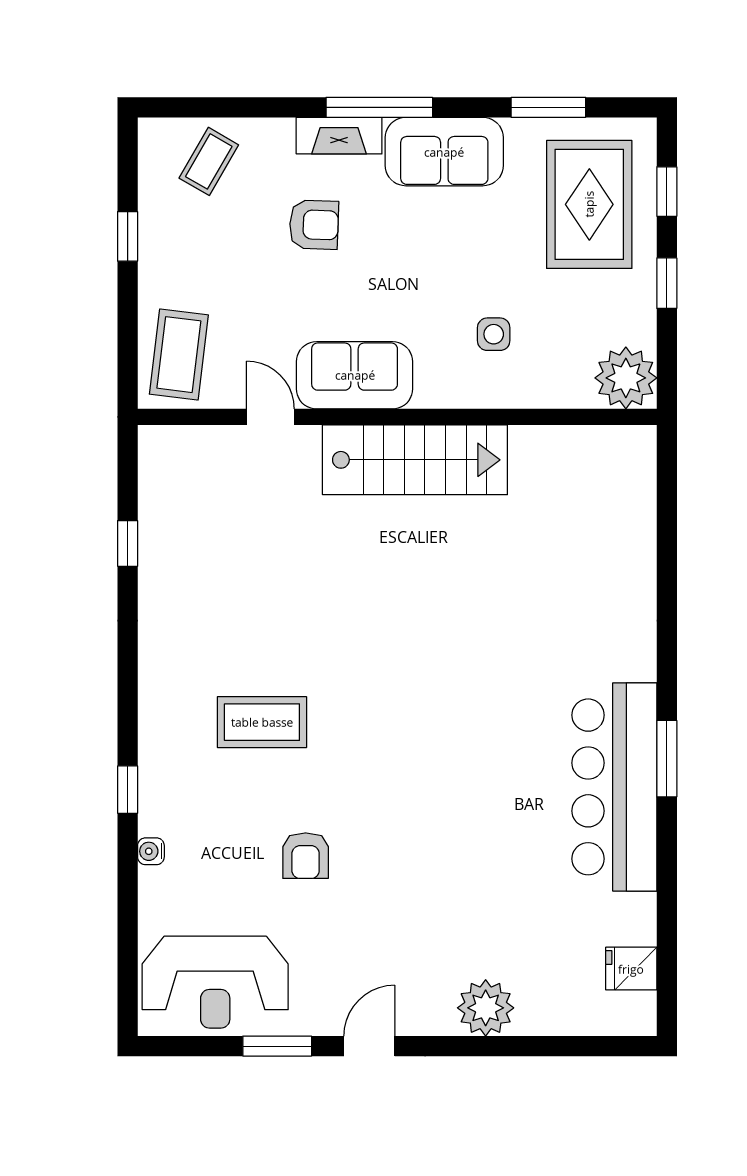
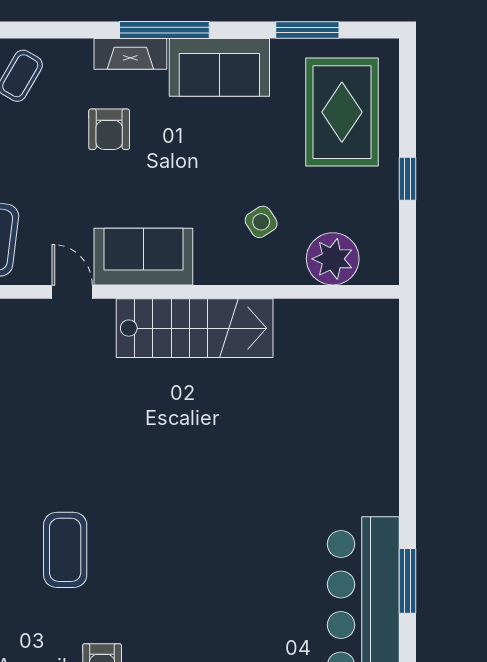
window: (667, 192) -> (408, 101), removed
armchair: (314, 225) -> (109, 129), turned 88
side table: (494, 334) -> (261, 222), turned -33
plant: (626, 378) -> (333, 259), moved
coffee table: (262, 722) -> (65, 550), turned 90

